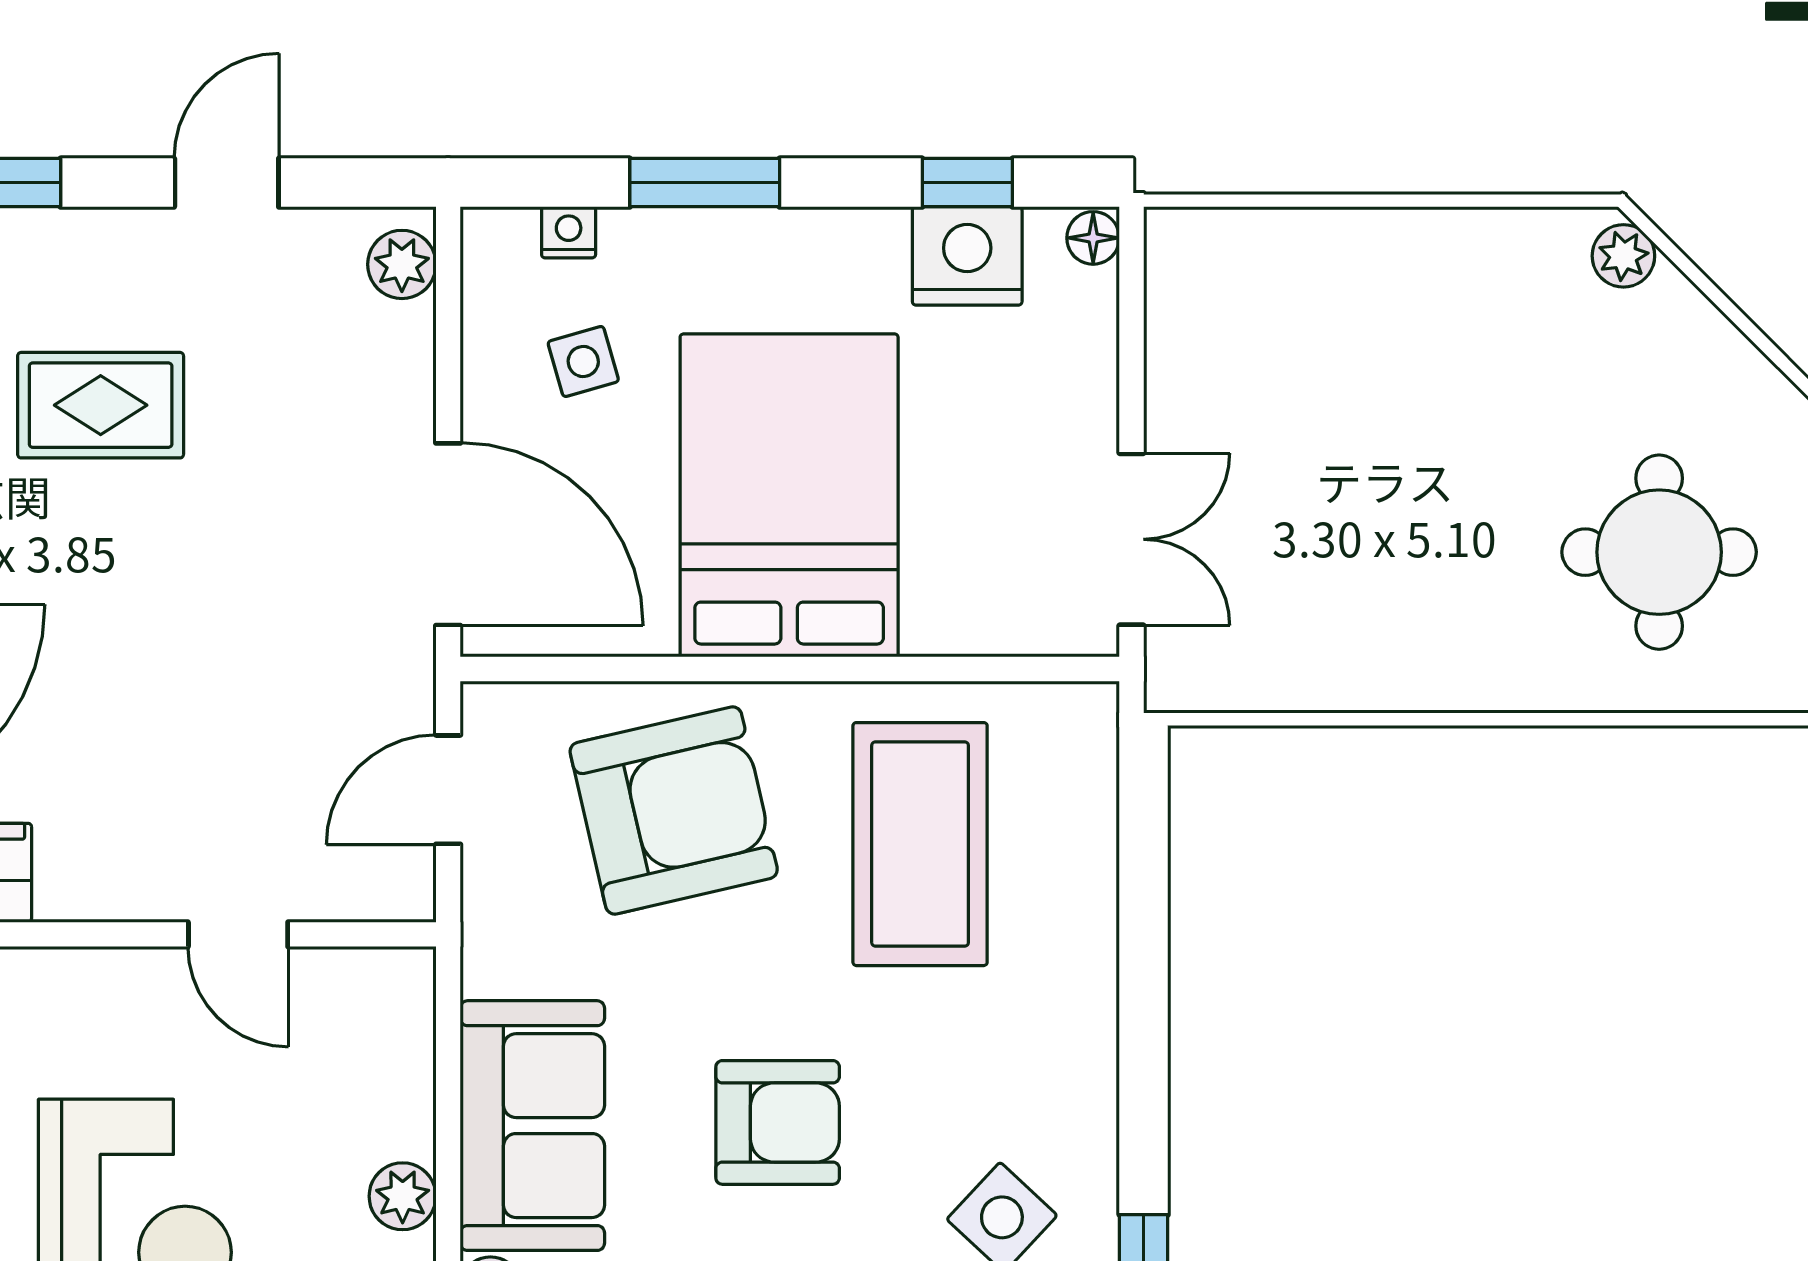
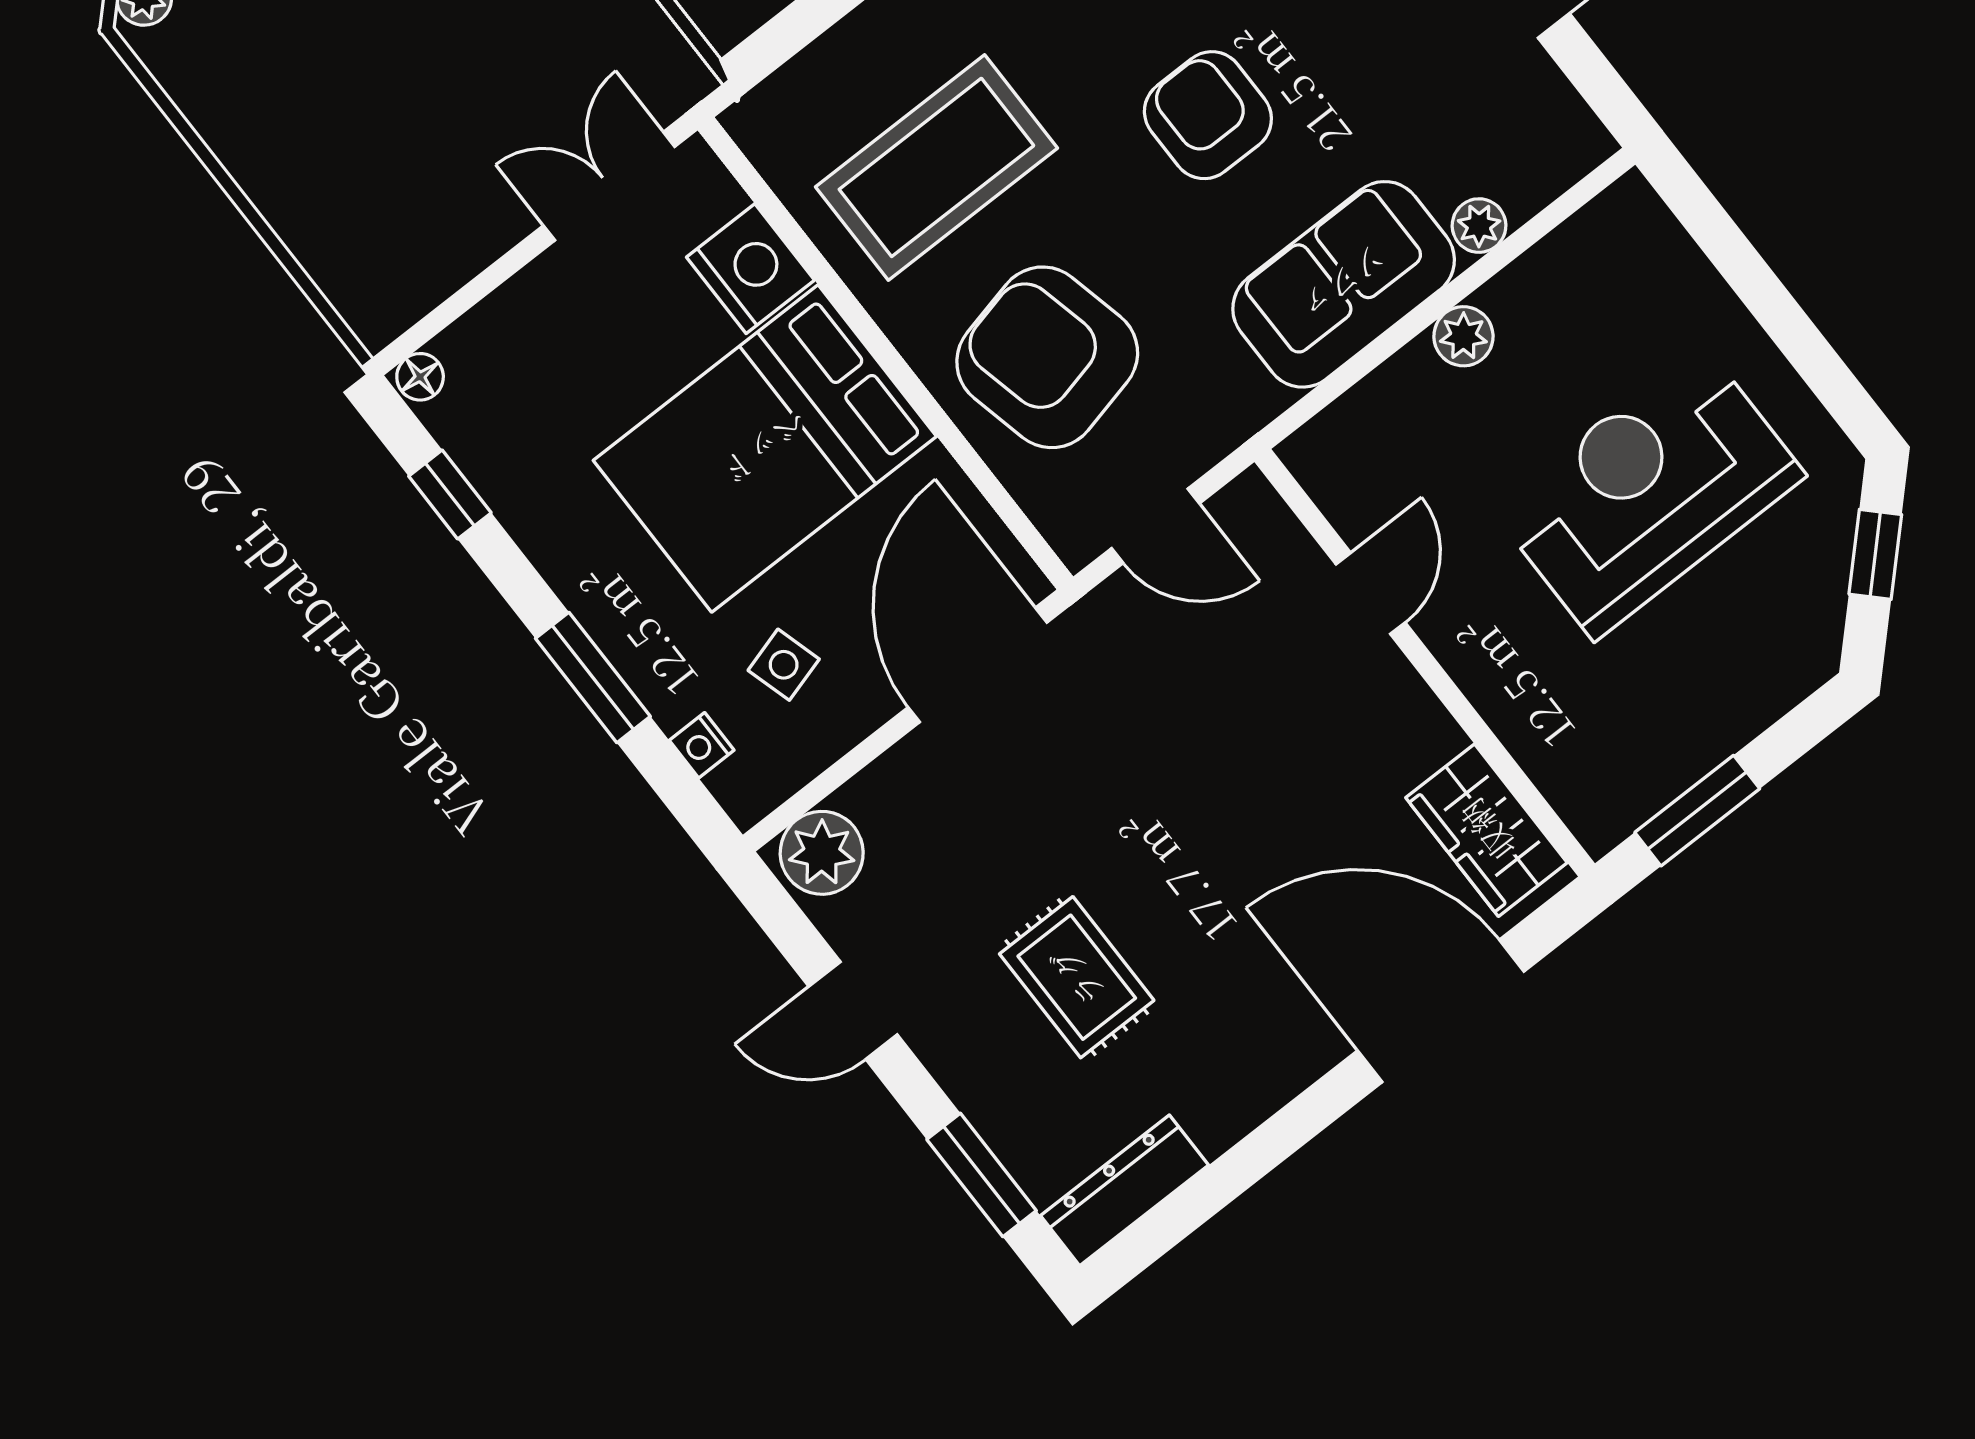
nightstand: (967, 256) -> (750, 269), moved, turned 180
plant: (402, 264) -> (822, 853), width x1.38, depth x1.38

